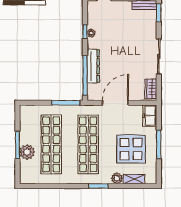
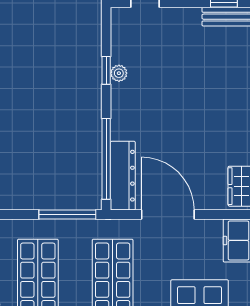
dresser: (93, 66) -> (123, 176), moved
door: (115, 103) -> (168, 214), hinge flipped

